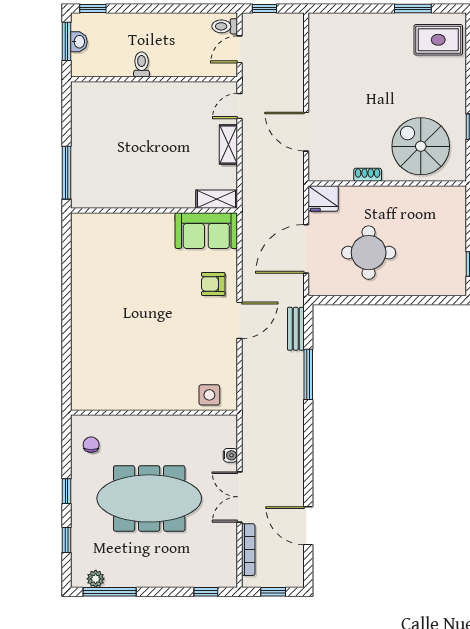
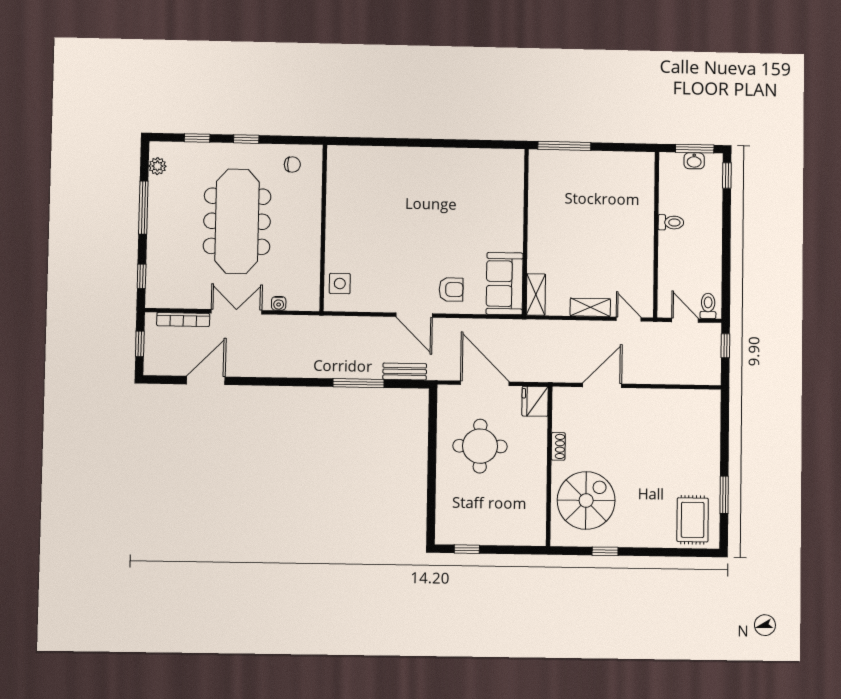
armchair: (213, 284) -> (451, 289), turned 90
window: (110, 592) -> (143, 208), moved

